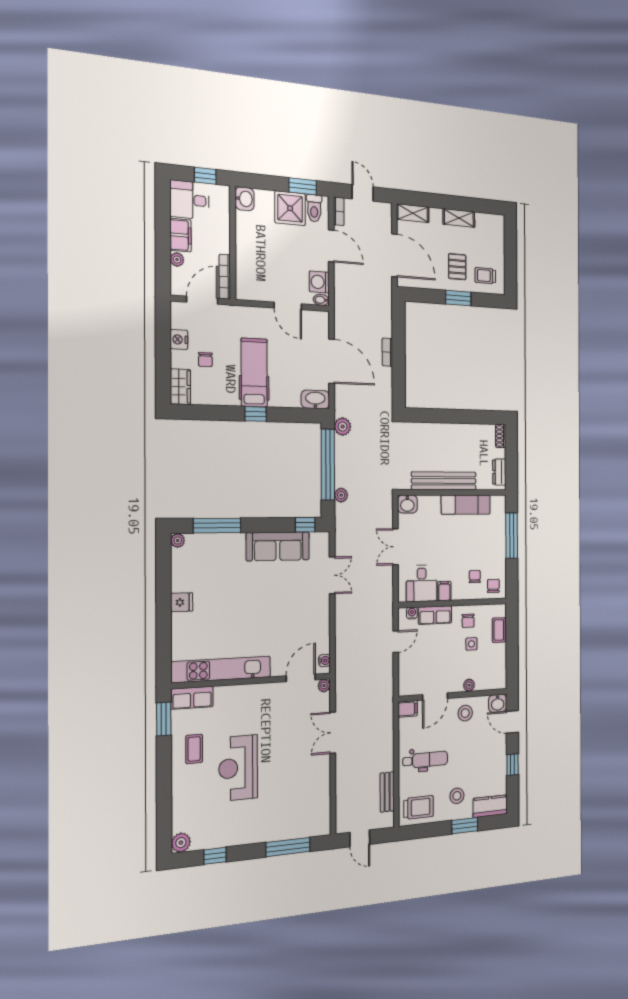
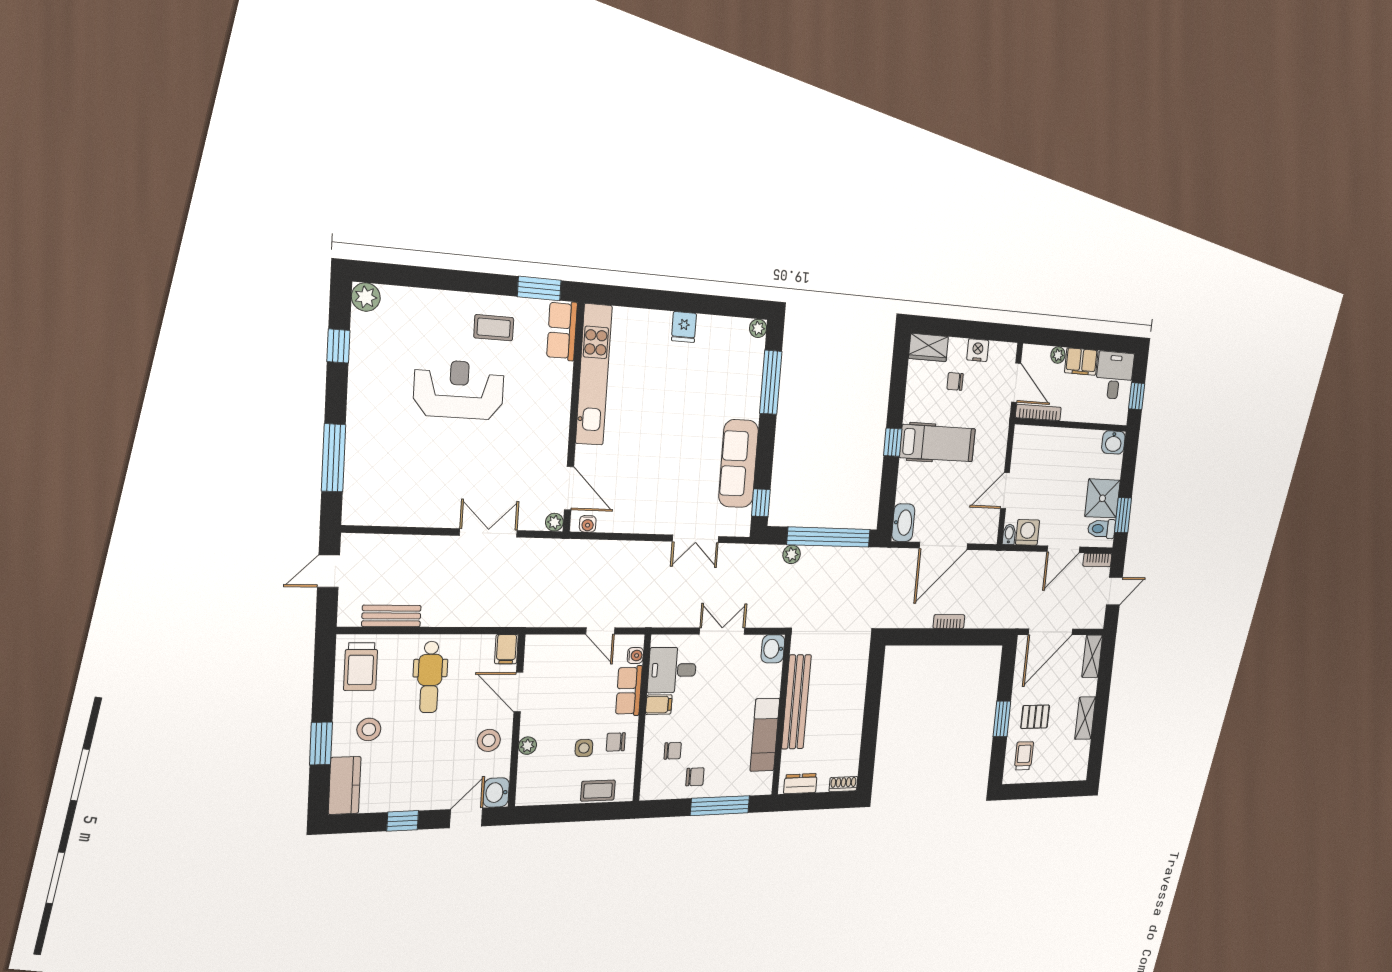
plant: (343, 427) -> (871, 559), removed
chair: (493, 586) -> (695, 777), moved

